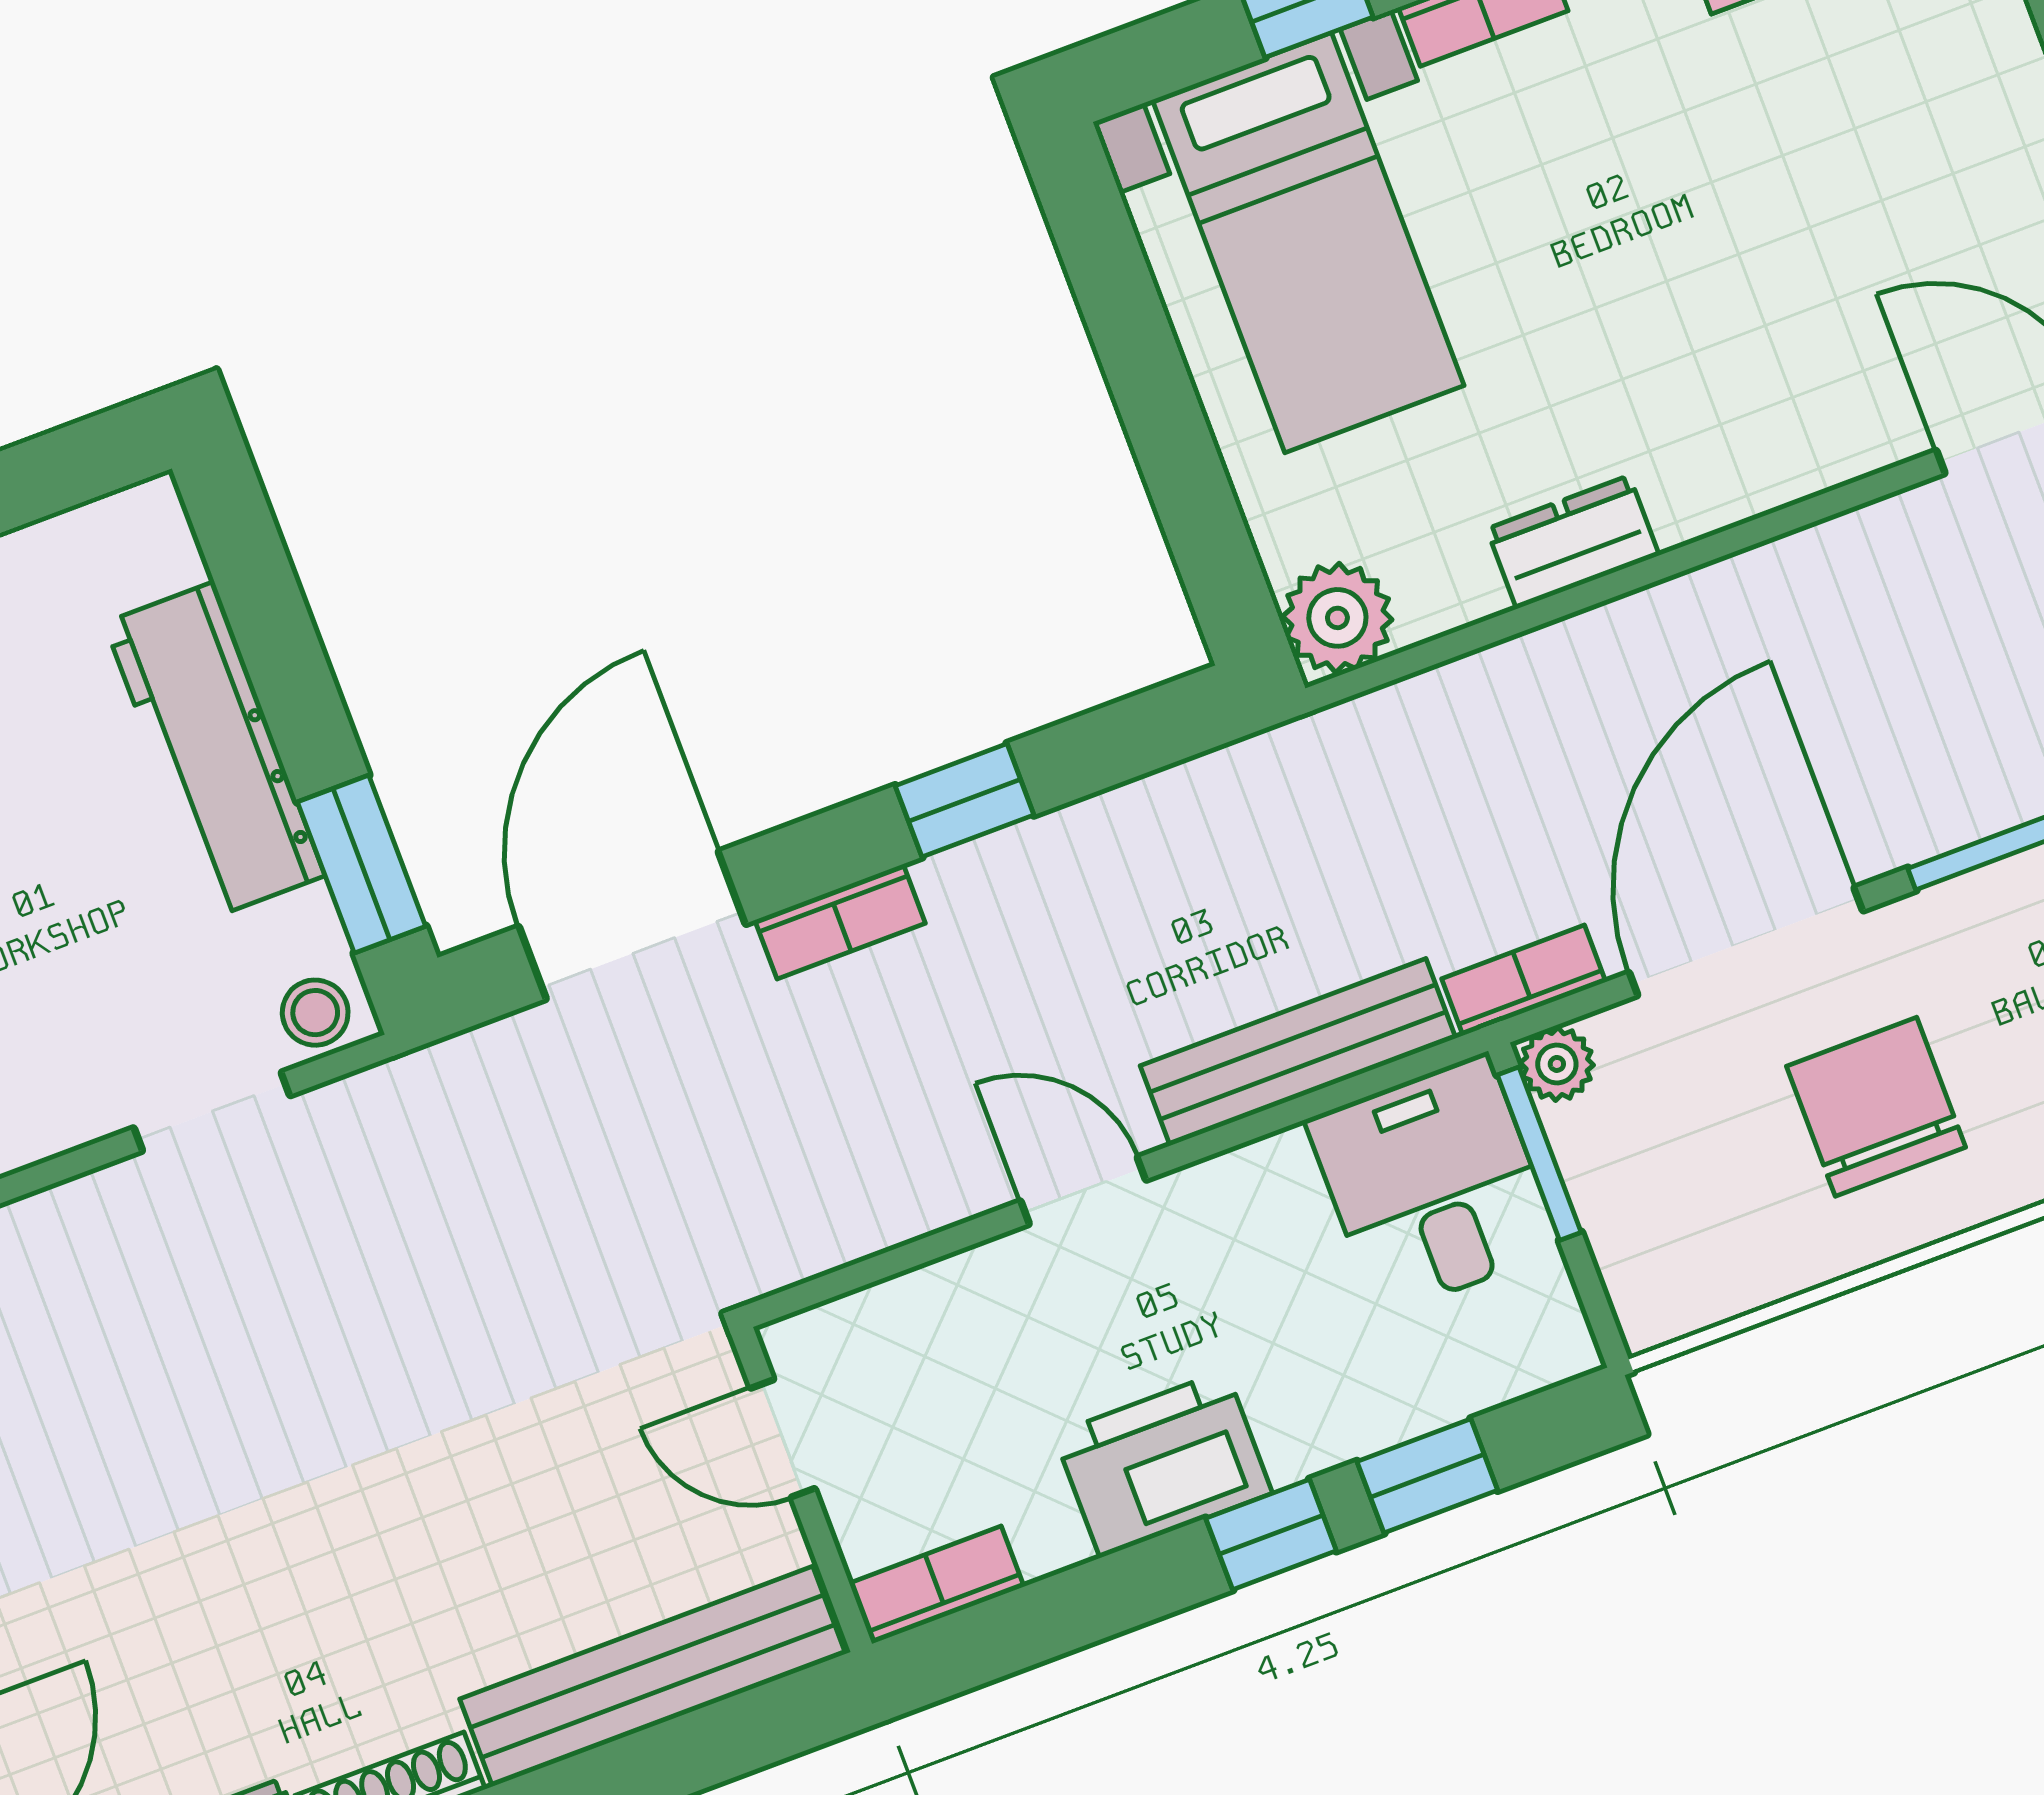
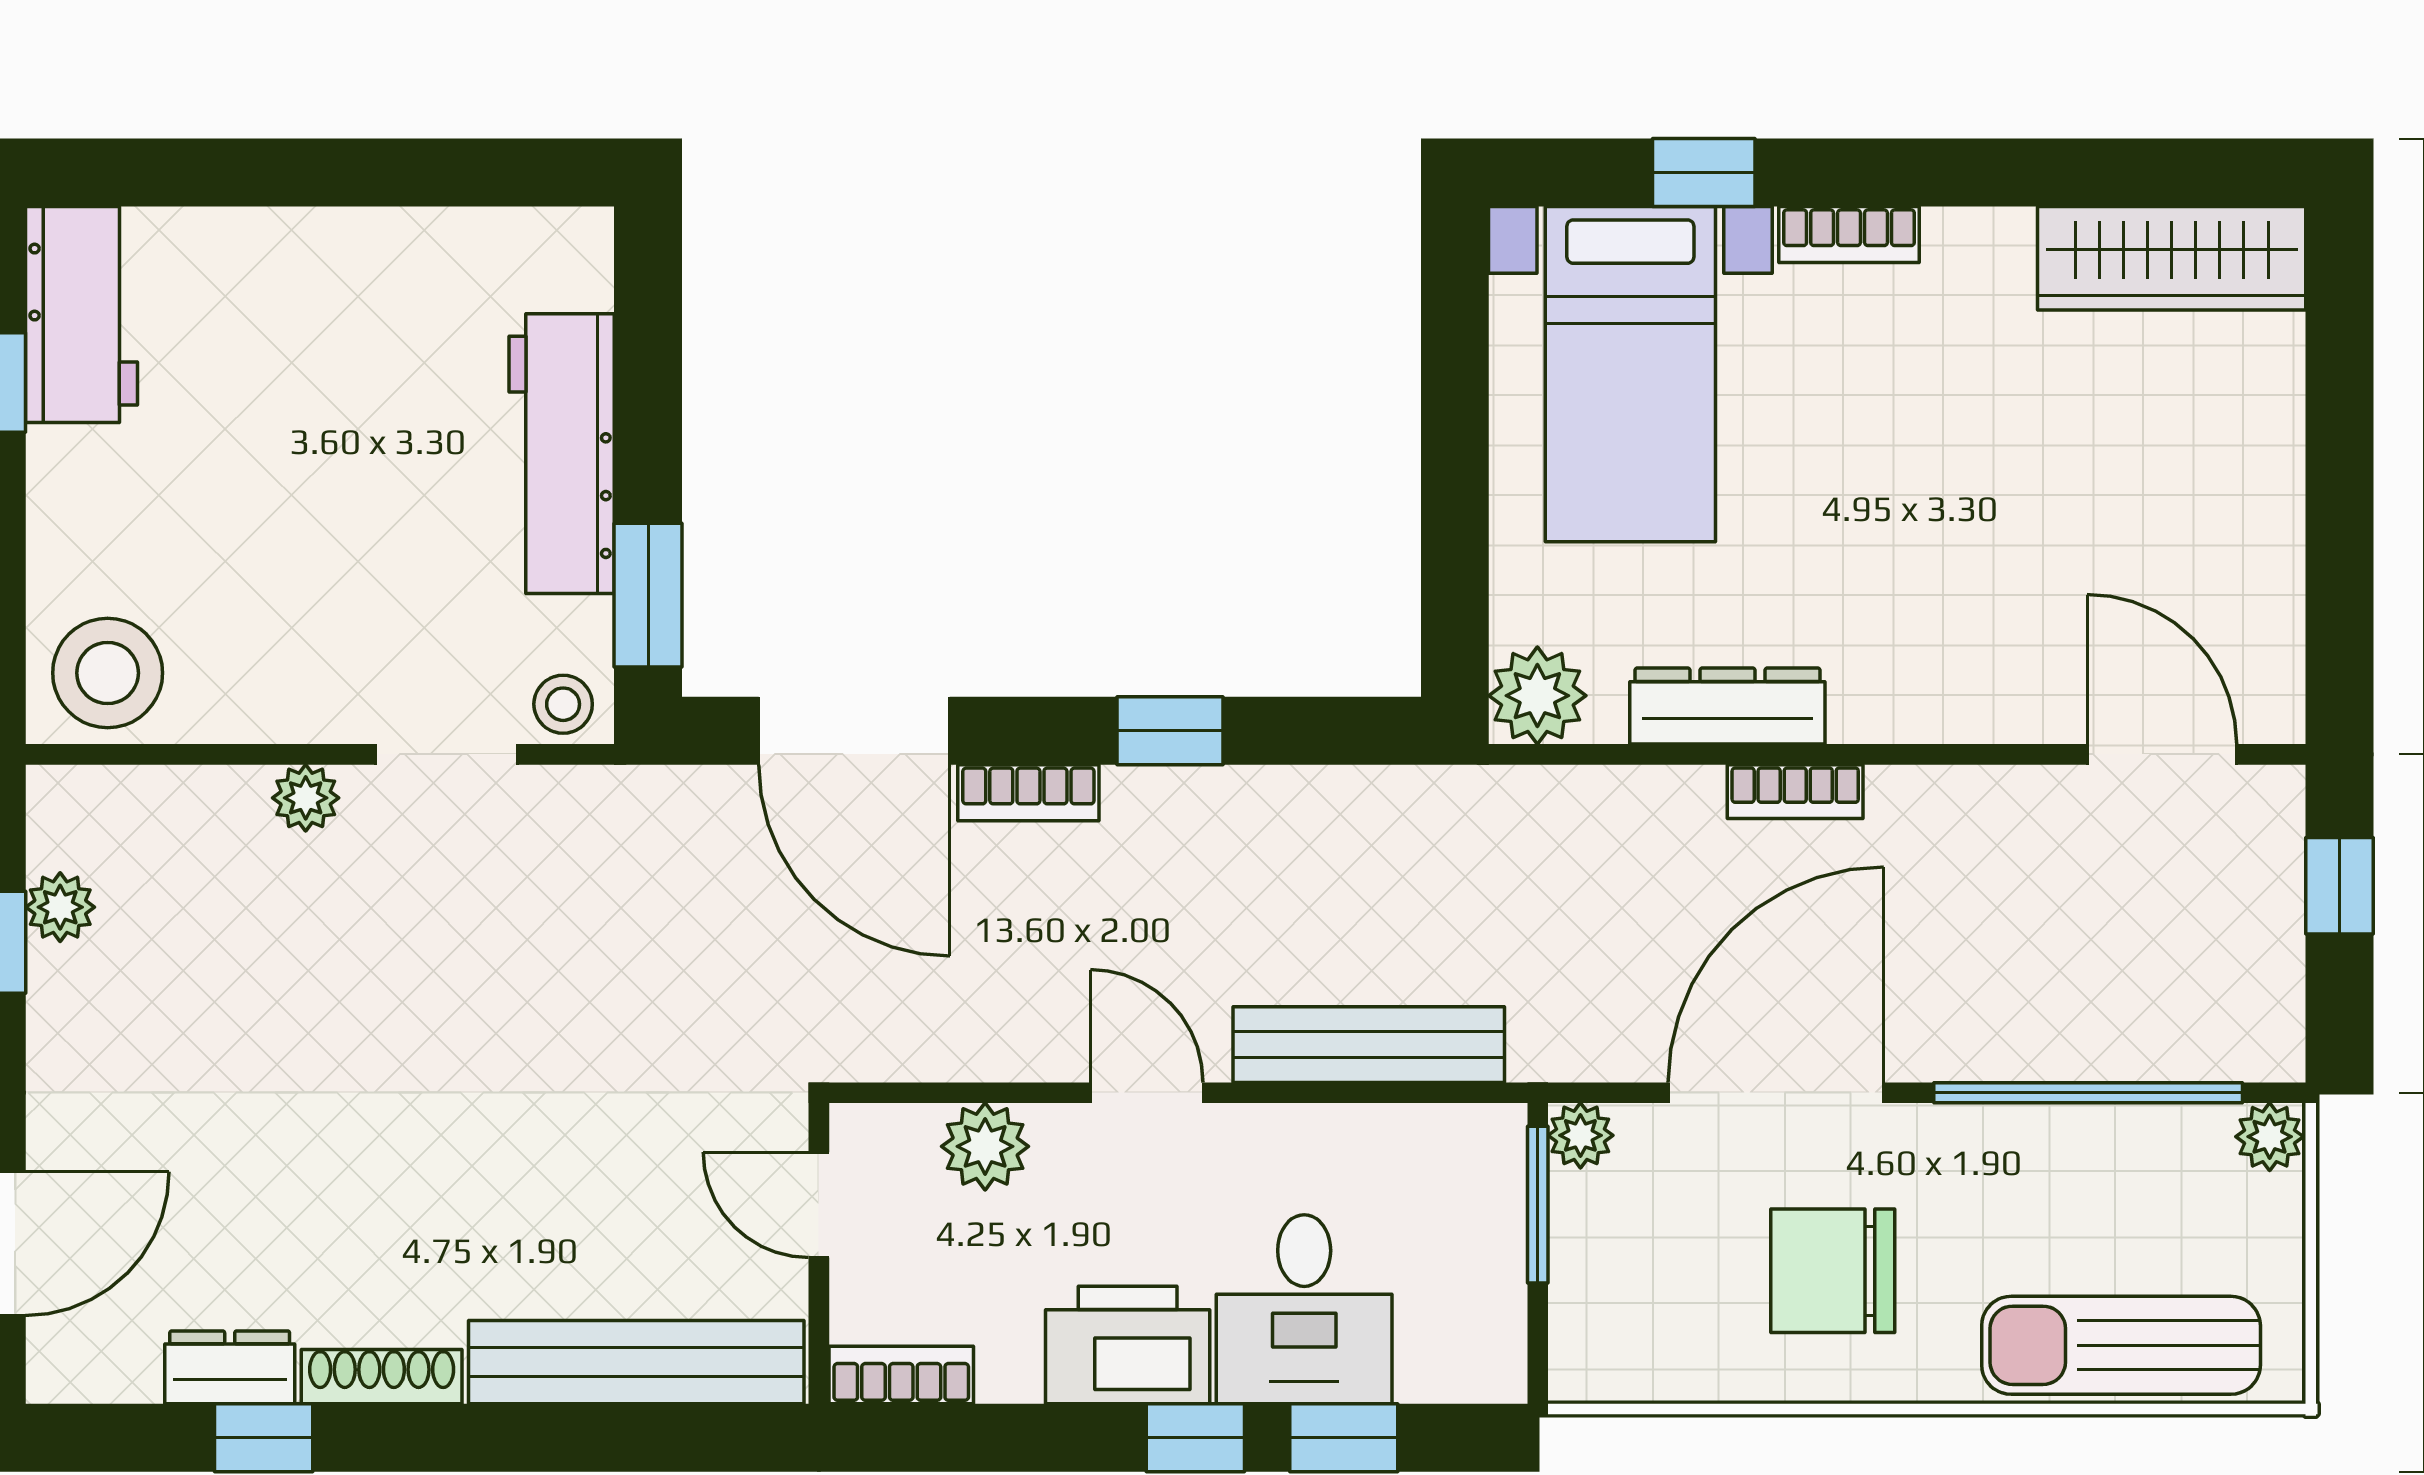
dresser: (1573, 542) -> (1727, 706), width x1.44
door: (632, 925) -> (854, 731), swing flipped
bookcase: (1524, 980) -> (1795, 792), moved, turned 180
chair: (1876, 1107) -> (1833, 1271), turned -90
desk: (1433, 1185) -> (1304, 1309), moved, turned 180
plant: (81, 1213) -> (306, 798), added
plant: (934, 1311) -> (985, 1146), added

